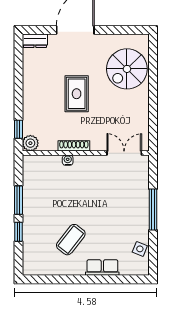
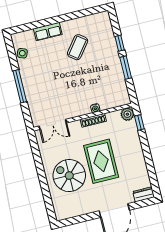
spiral stairs: (127, 69) -> (69, 176), moved, turned -90
rug: (77, 94) -> (101, 161), width x1.36, depth x1.43

